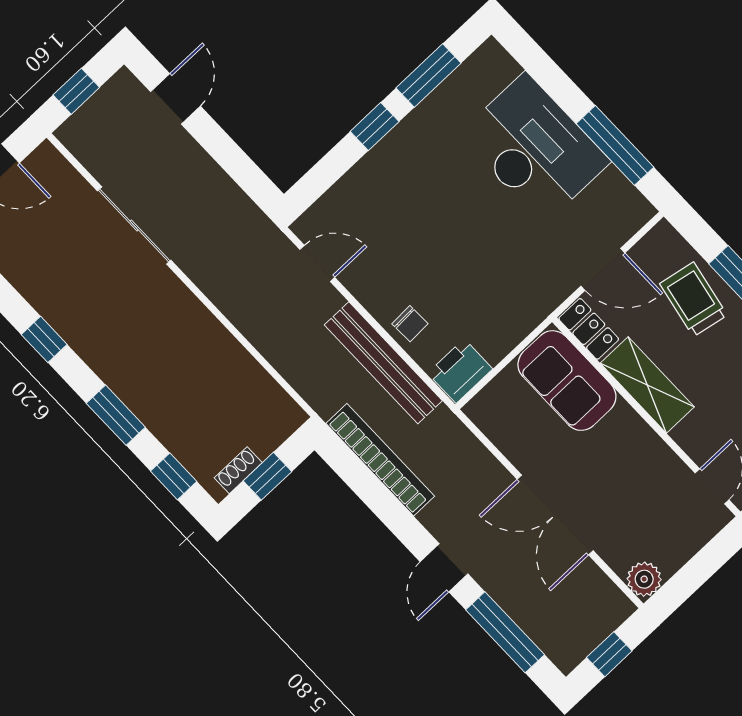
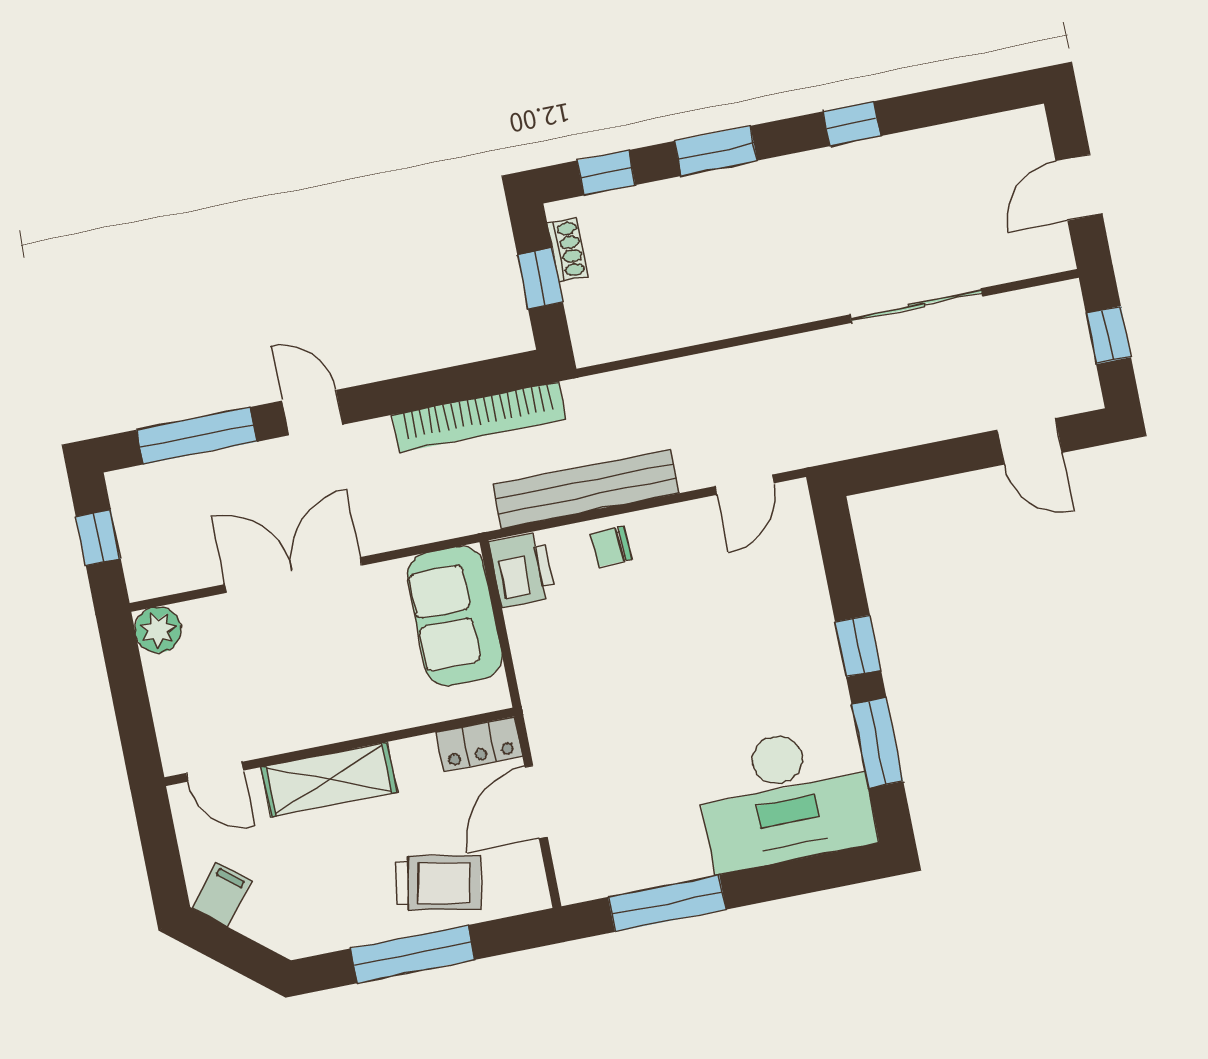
desk: (534, 148) -> (785, 798), moved
sofa: (567, 381) -> (455, 616), moved, turned -90
shelving: (647, 385) -> (329, 780), moved

